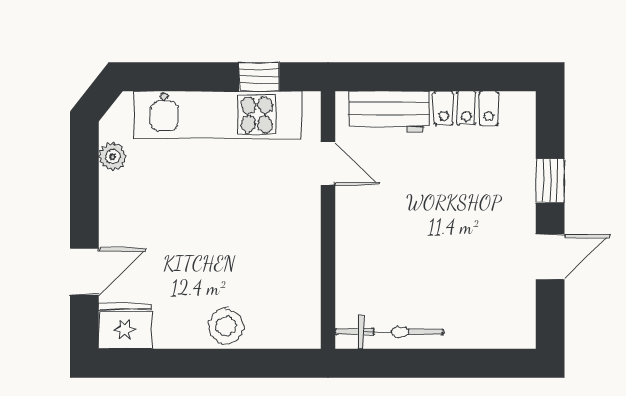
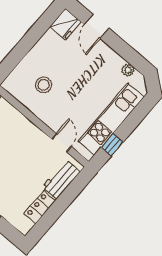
door: (328, 163) -> (62, 143), swing flipped
stool: (226, 326) -> (43, 85), moved

